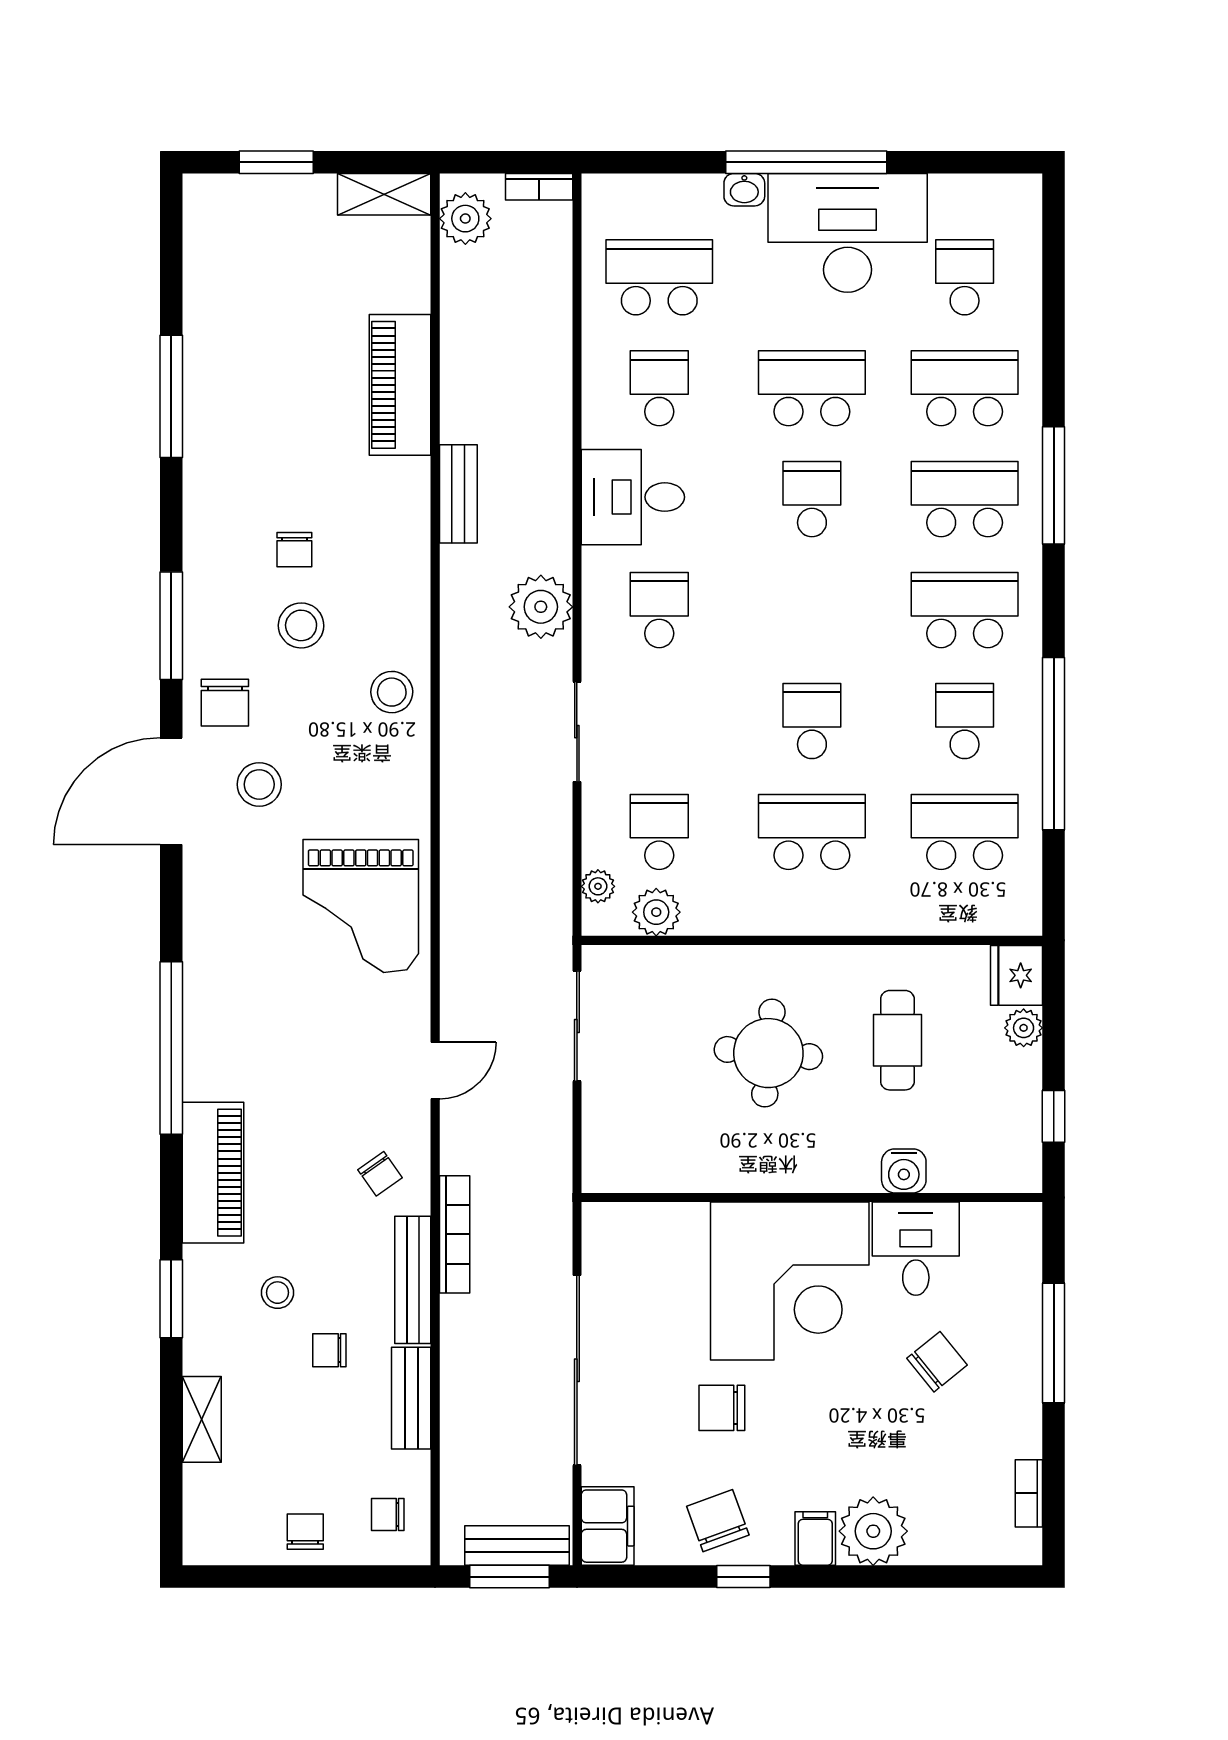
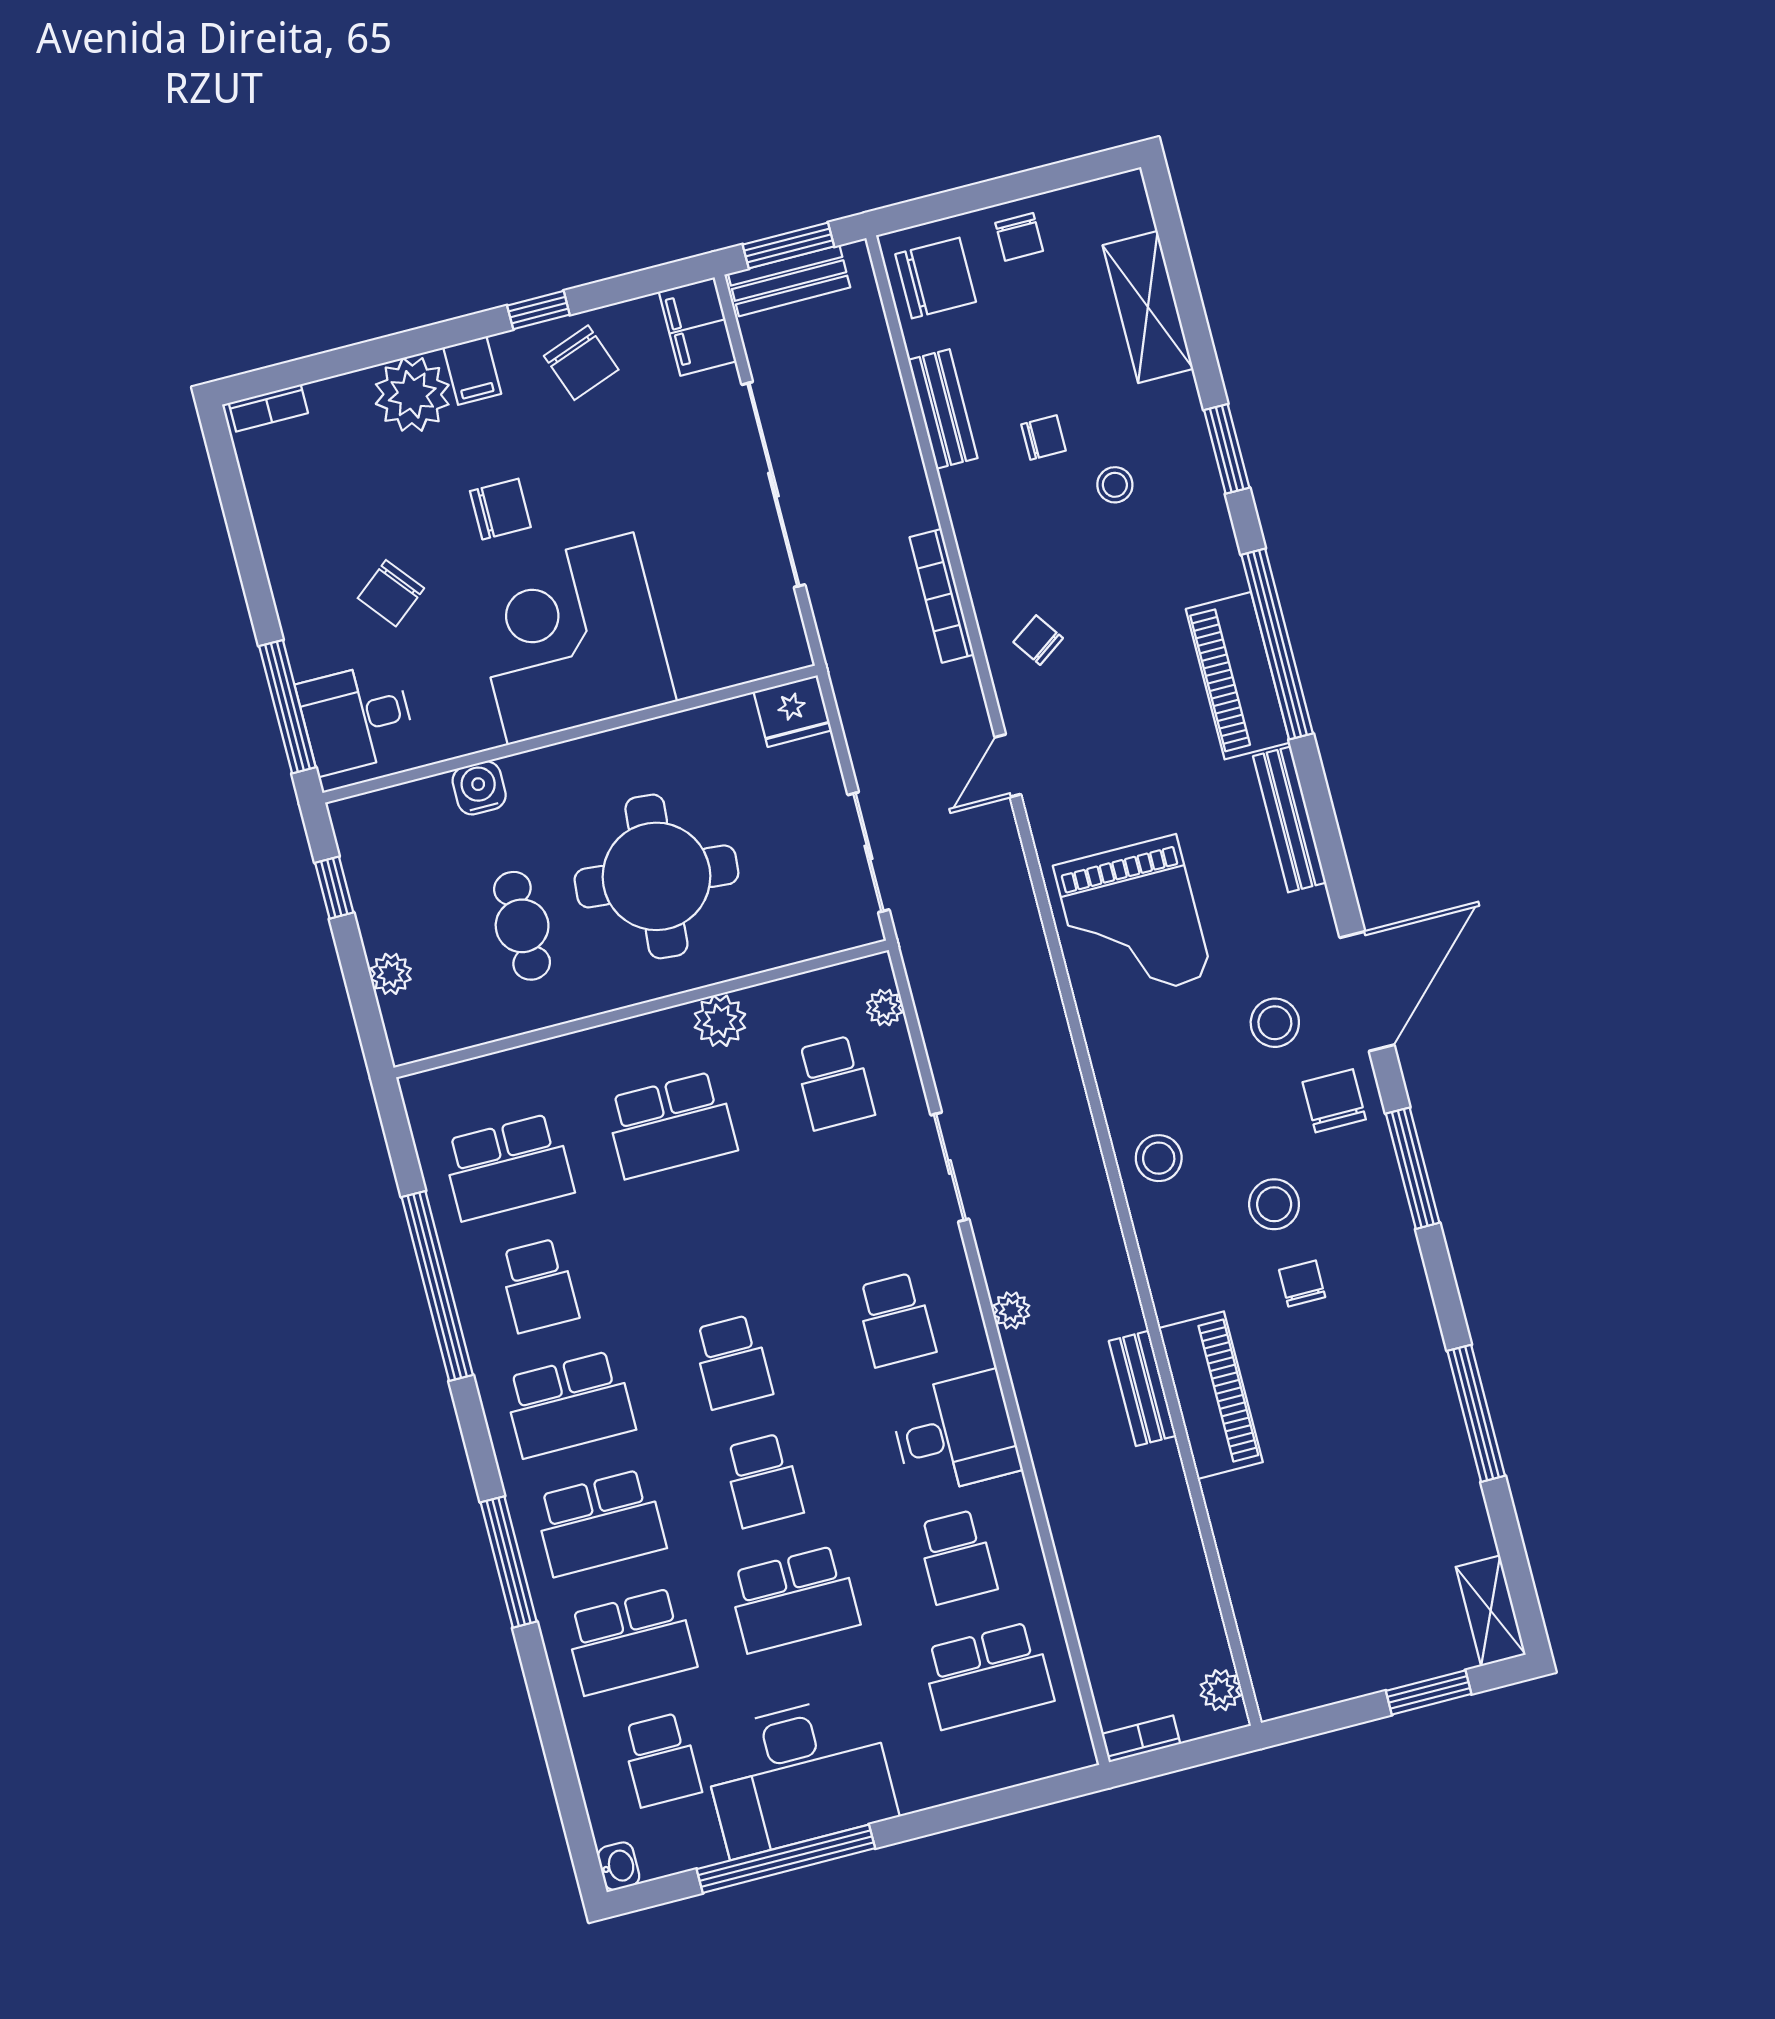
window: (806, 162) -> (786, 1859), moved
washbasin: (744, 190) -> (619, 1866), moved, turned 90
shelving: (384, 194) -> (1491, 1611), moved, turned 90
plant: (465, 219) -> (1220, 1690), width x0.73, depth x0.73
piano: (400, 385) -> (1211, 1395), moved
plant: (541, 607) -> (1011, 1310), width x0.53, depth x0.53
school desk: (812, 721) -> (732, 1362), moved
grand piano: (361, 906) -> (1133, 921), turned 180
plant: (656, 912) -> (720, 1021), moved
fridge: (1017, 975) -> (793, 711), moved, turned 90
window: (171, 1048) -> (1277, 644), moved
round table: (768, 1053) -> (656, 876), width x1.36, depth x1.36
piano: (213, 1173) -> (1238, 676), moved
desk: (916, 1249) -> (356, 718), moved, turned 90
bench: (413, 1280) -> (1290, 819), moved
window: (1054, 1343) -> (287, 707), moved
chair: (722, 1408) -> (500, 509), moved
shelving: (202, 1419) -> (1148, 307), width x1.50, depth x1.33
bookcase: (1029, 1493) -> (268, 408), moved, turned 90
chair: (388, 1515) -> (936, 278), width x1.87, depth x1.87

